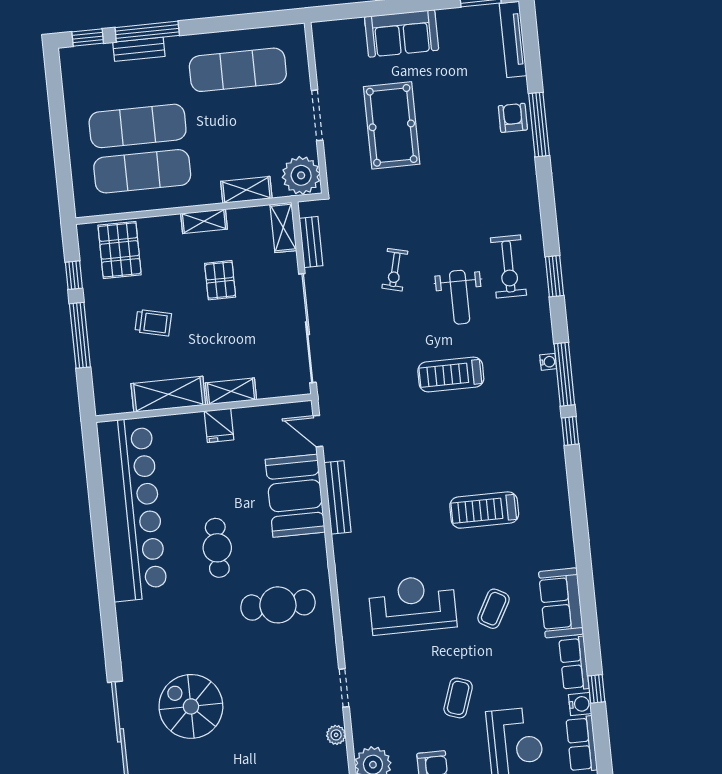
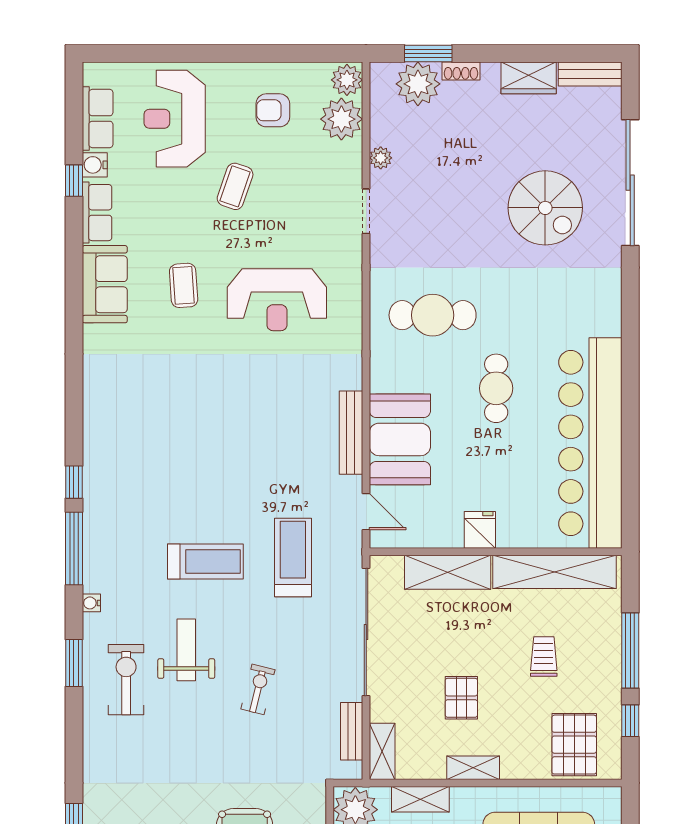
trolley: (153, 323) -> (544, 656), turned 77
water cooler: (548, 362) -> (91, 603), moved
shelving: (231, 391) -> (448, 572), width x1.50, depth x1.33
shelving: (168, 394) -> (554, 572), width x1.47
treadmill: (484, 510) -> (293, 558), moved, turned -90
coffee table: (494, 609) -> (184, 285), turned -33

